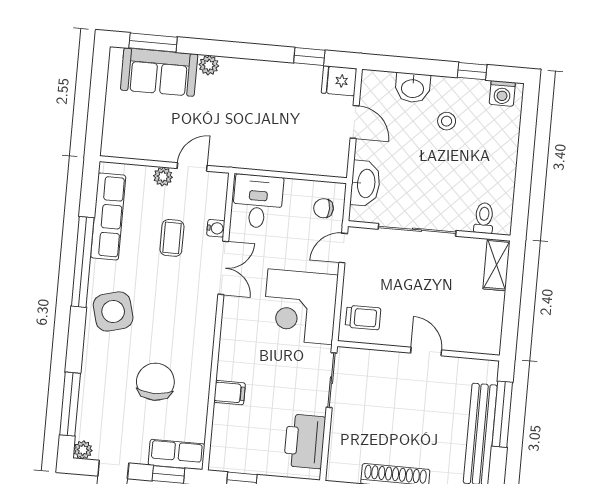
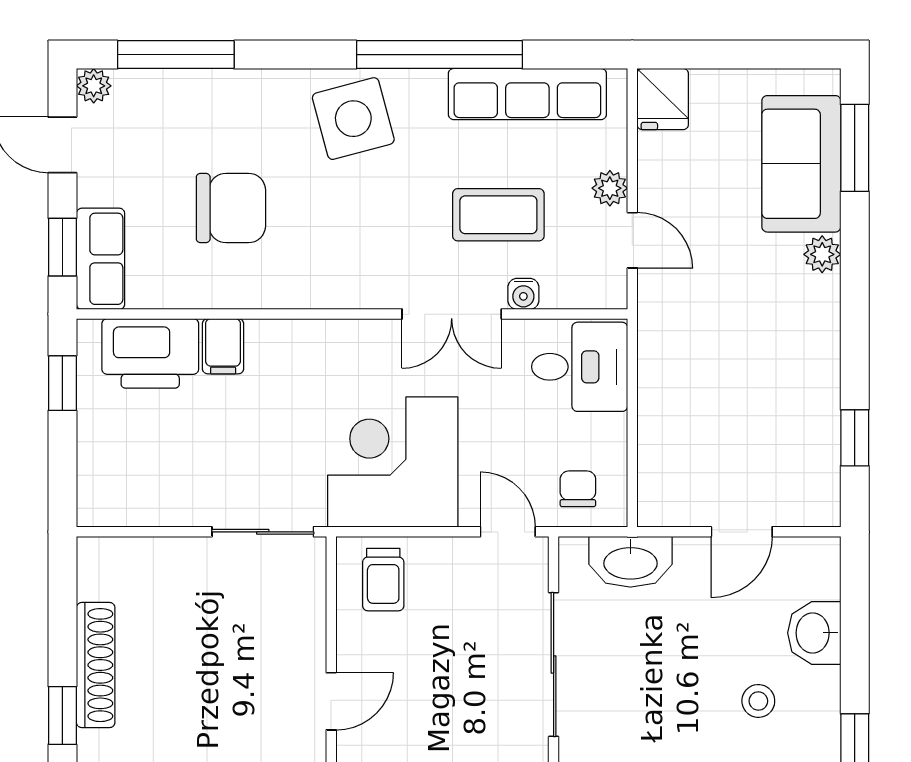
fridge: (339, 81) -> (663, 99), moved, turned 180
coffee table: (172, 238) -> (498, 215), width x1.36, depth x1.30
printer: (305, 441) -> (150, 353), moved, turned 180

